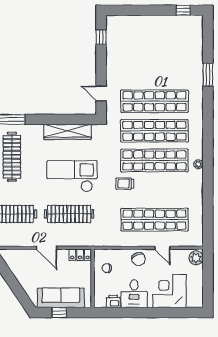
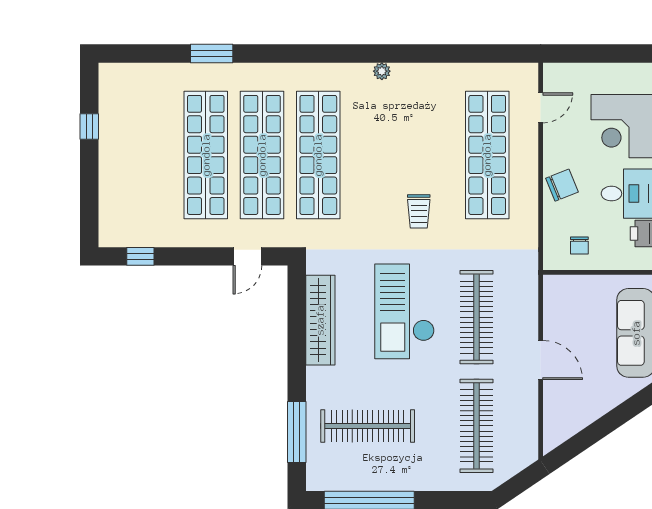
window: (183, 10) -> (89, 127), moved
shop shelf: (154, 160) -> (206, 155), moved
door: (47, 248) -> (541, 360), hinge flipped
door: (162, 248) -> (541, 108), moved
locker: (80, 255) -> (554, 297), removed
plant: (196, 258) -> (560, 76), removed

